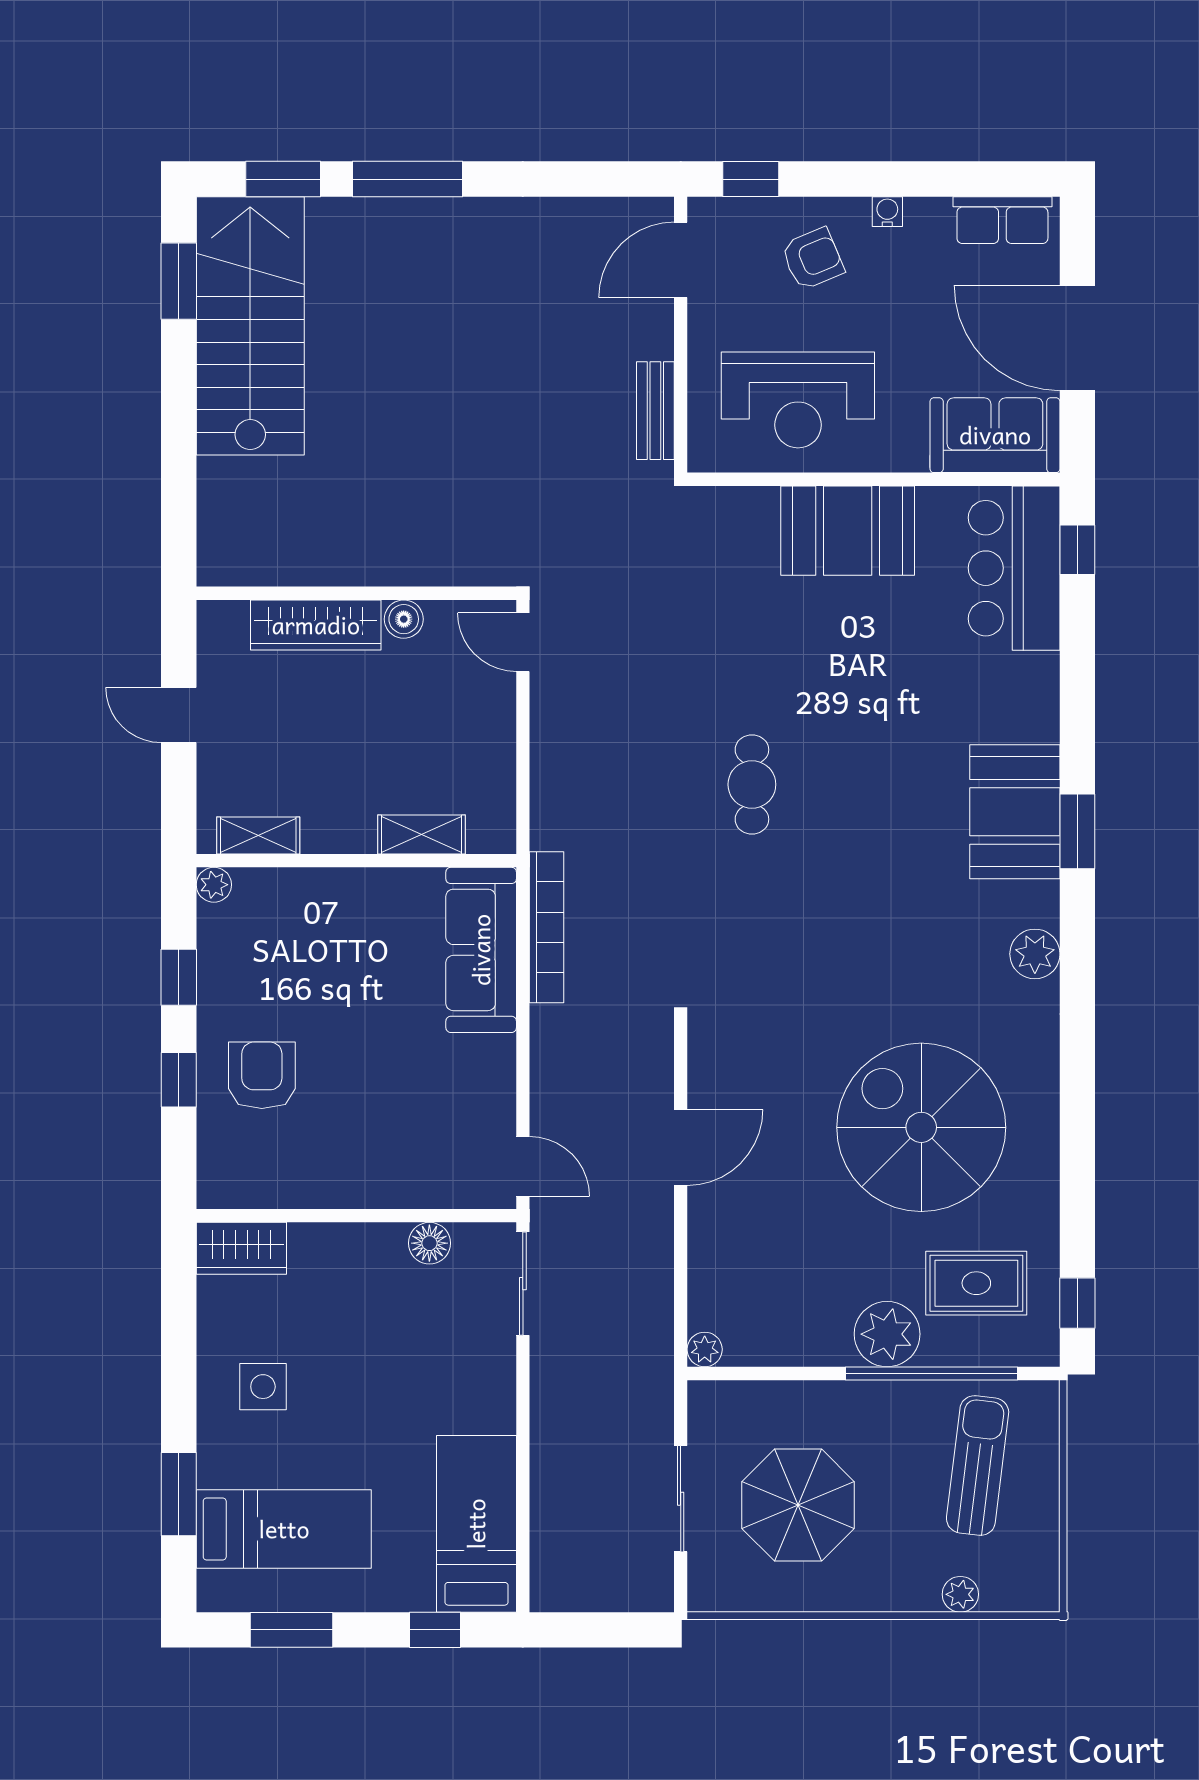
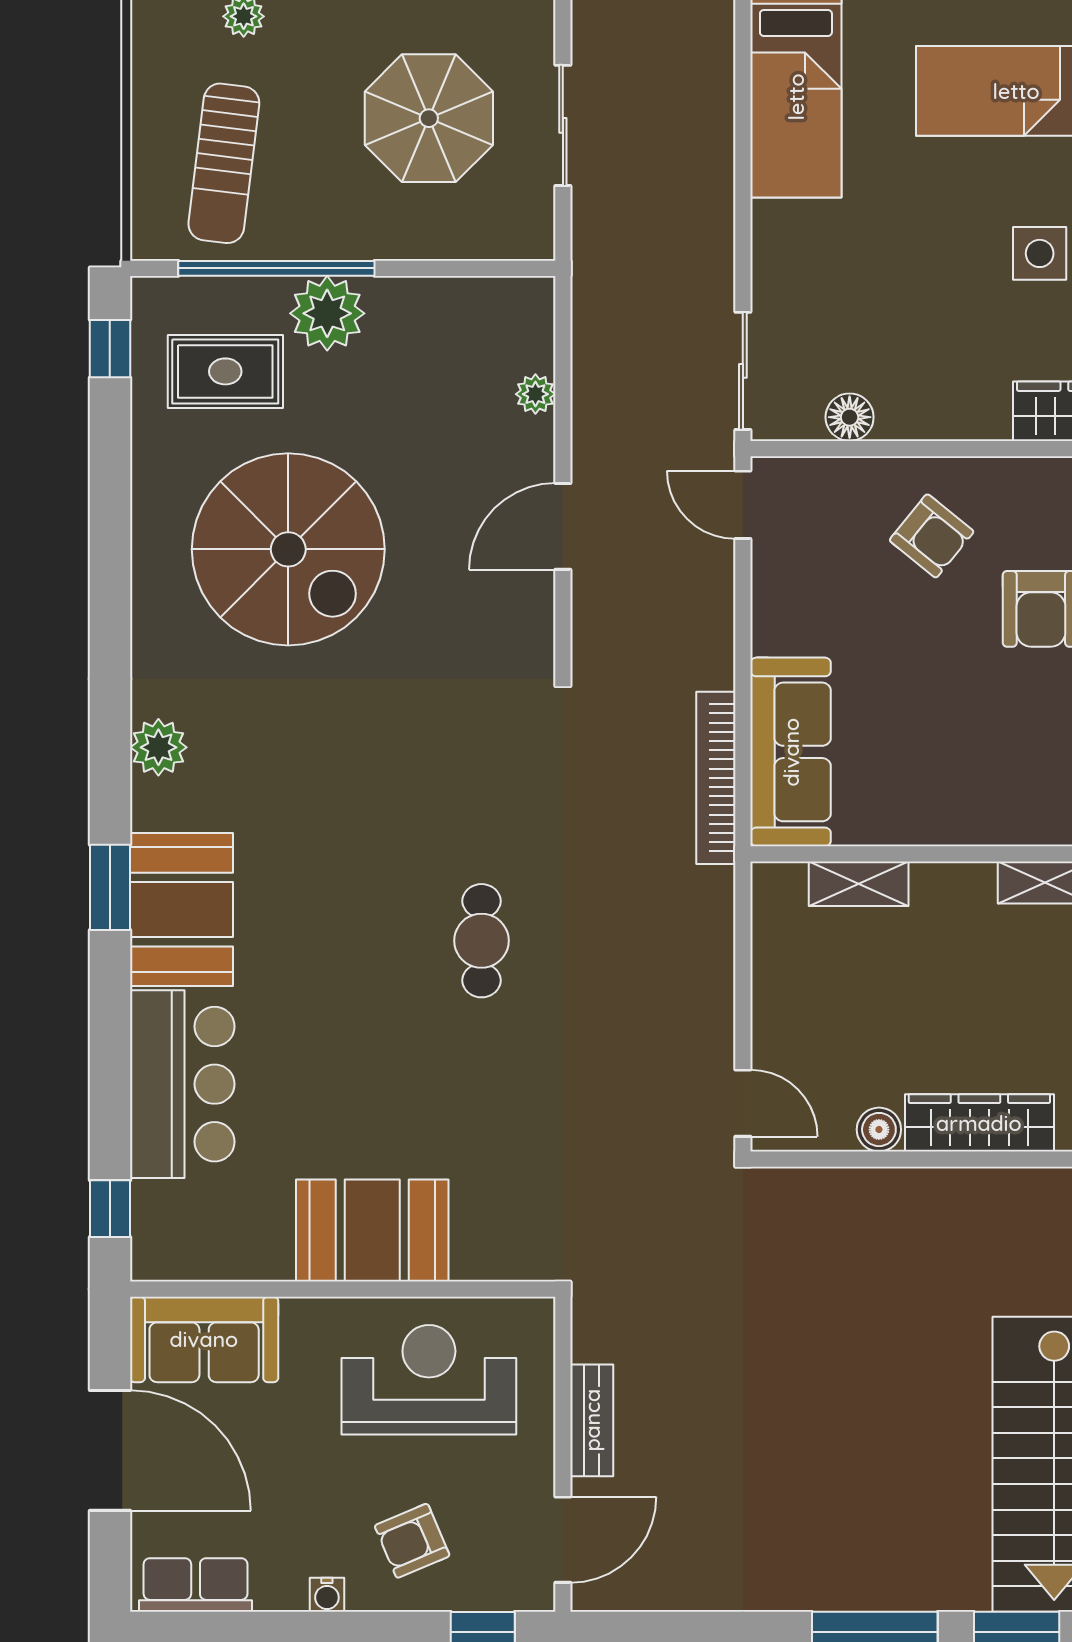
bench: (655, 411) -> (592, 1420), moved
bar counter: (1014, 568) -> (182, 1084), moved
armchair: (358, 1139) -> (932, 536), added
plant: (705, 1349) -> (535, 394), moved

